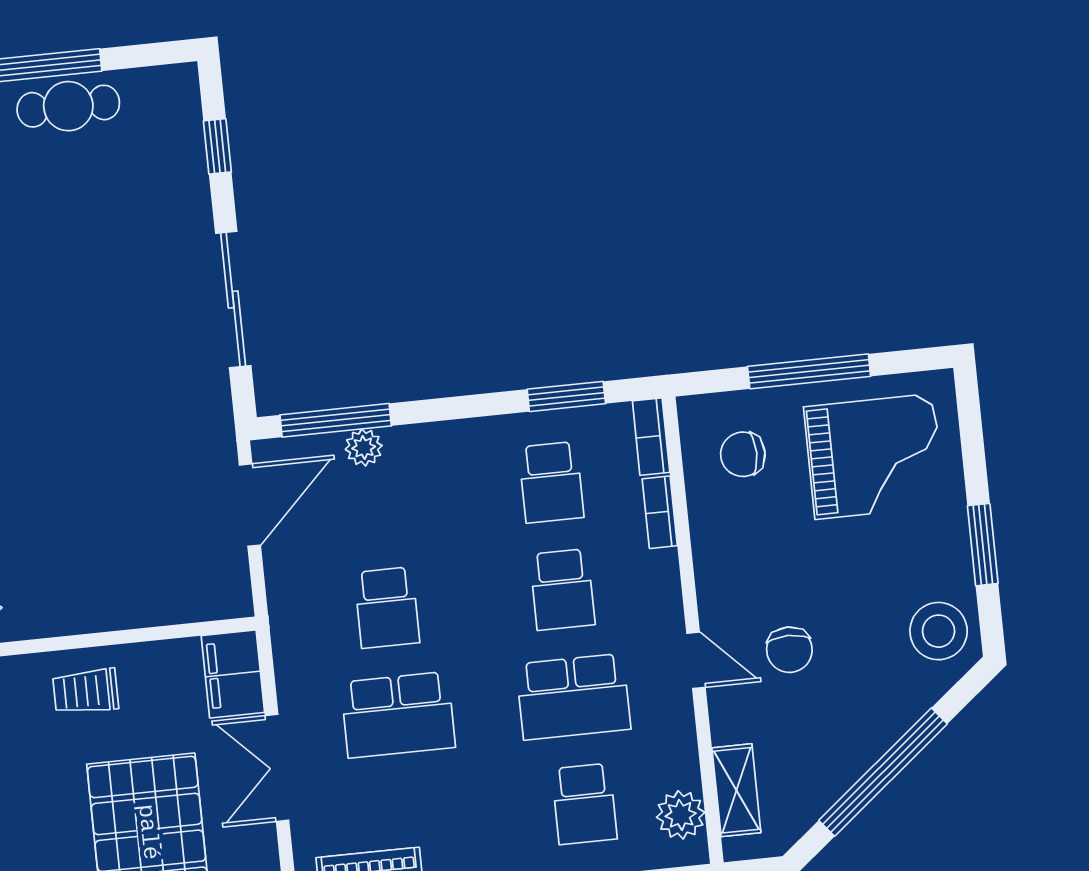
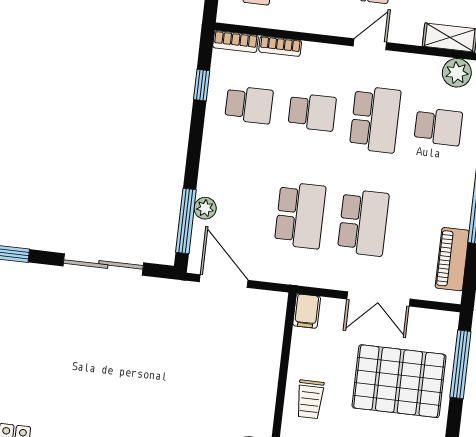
window: (566, 396) -> (202, 85), width x0.67
school desk: (387, 608) -> (300, 215), width x1.85
filing cabinet: (233, 674) -> (307, 311), width x0.50

